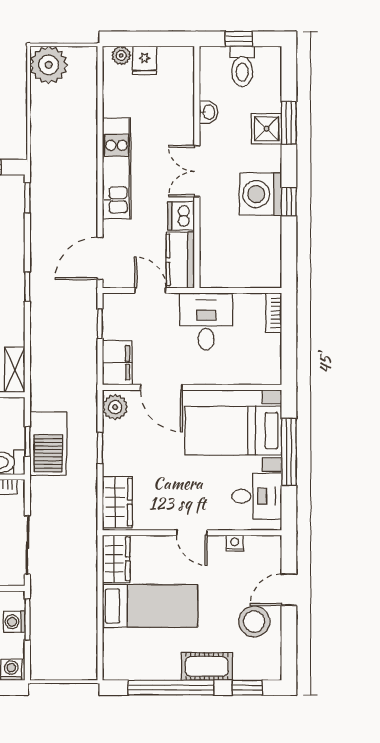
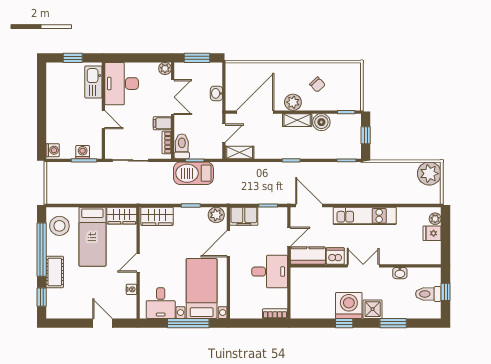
shower: (266, 129) -> (373, 309), moved
stool: (254, 622) -> (59, 226), moved

